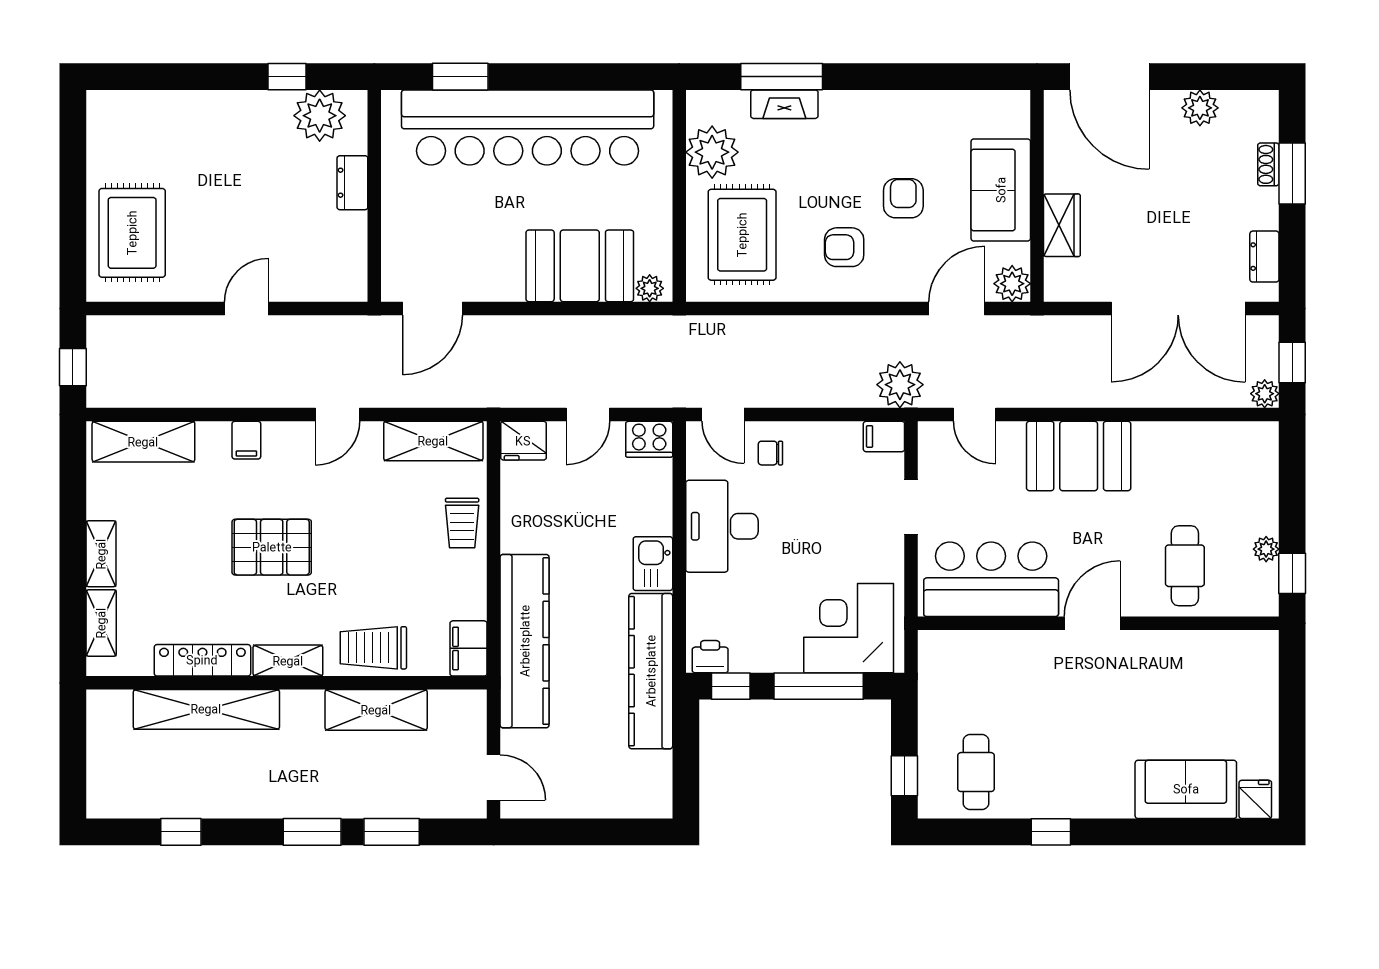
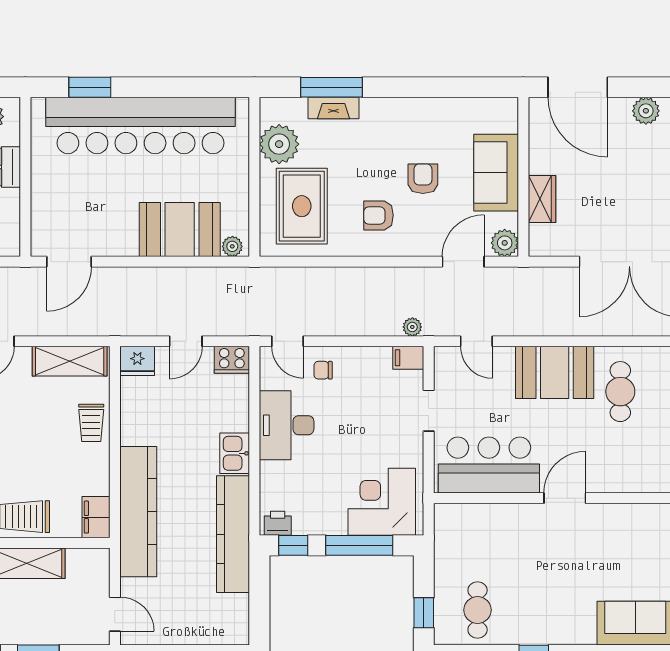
plant: (900, 385) -> (412, 327), width x0.53, depth x0.53
cafe table: (1185, 566) -> (620, 392), moved

